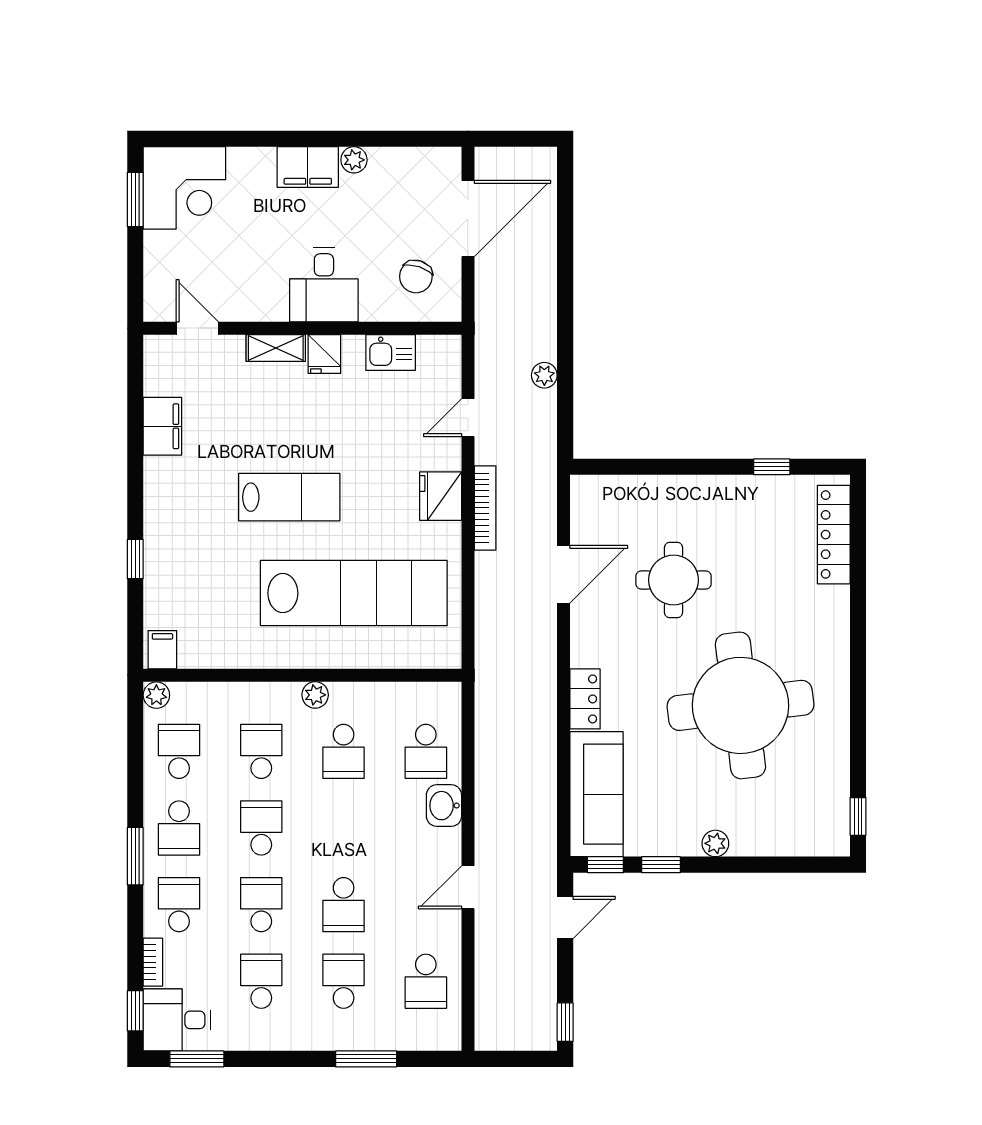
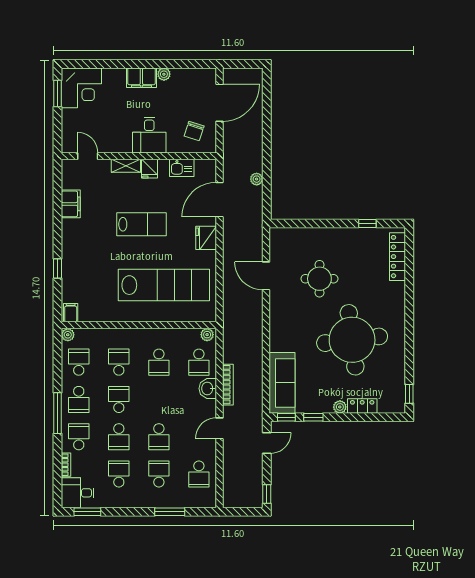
door: (468, 418) -> (219, 200), width x1.87
lab bench: (289, 497) -> (142, 224), moved
bookcase: (485, 508) -> (228, 385), moved
door: (563, 574) -> (266, 276), swing flipped
plant: (315, 695) -> (207, 335), moved
locker: (585, 699) -> (362, 406), moved, turned -90
window: (135, 856) -> (57, 413), width x1.44
school desk: (261, 905) -> (119, 437), turned 180
window: (135, 1011) -> (57, 488), removed

